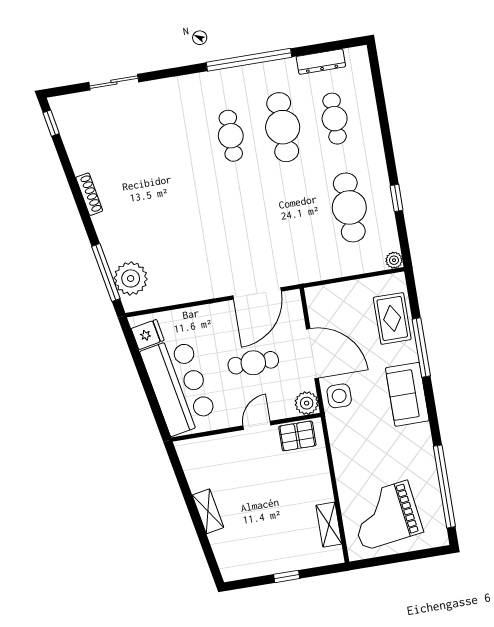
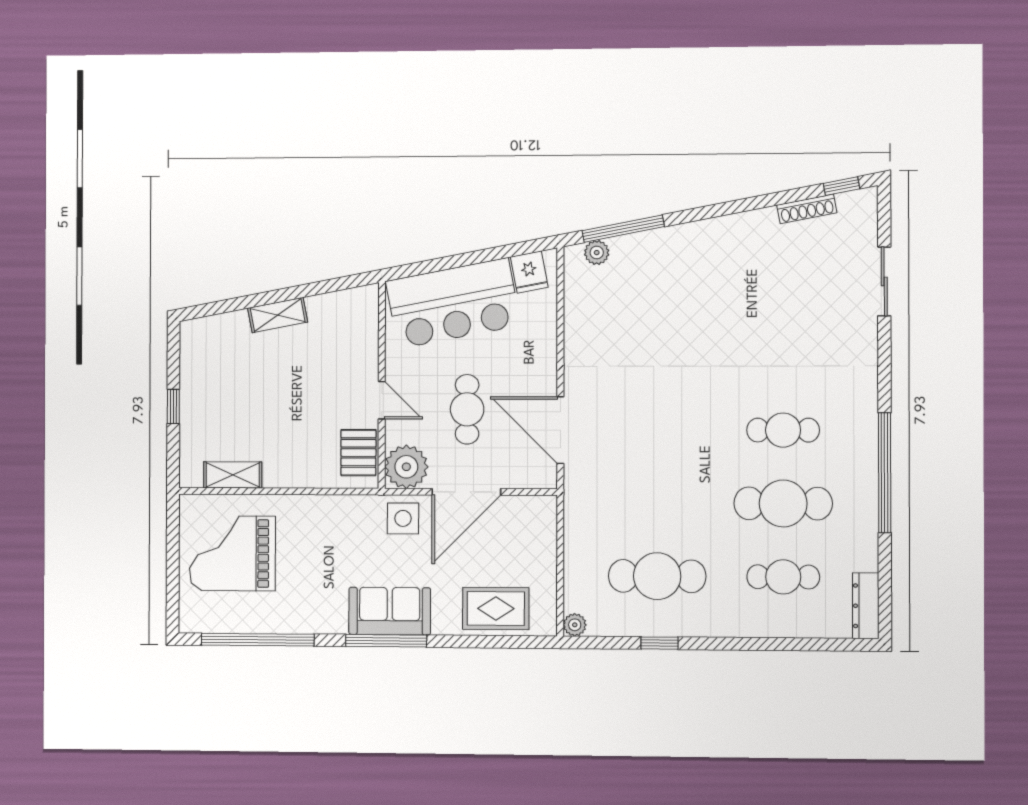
dresser: (321, 62) -> (866, 606), moved
shoe rack: (89, 194) -> (807, 209), moved
plant: (131, 278) -> (597, 253), width x0.53, depth x0.53
window: (421, 347) -> (386, 641), moved
plant: (307, 403) -> (406, 467), width x1.36, depth x1.36
grand piano: (385, 515) -> (232, 553), turned -82

